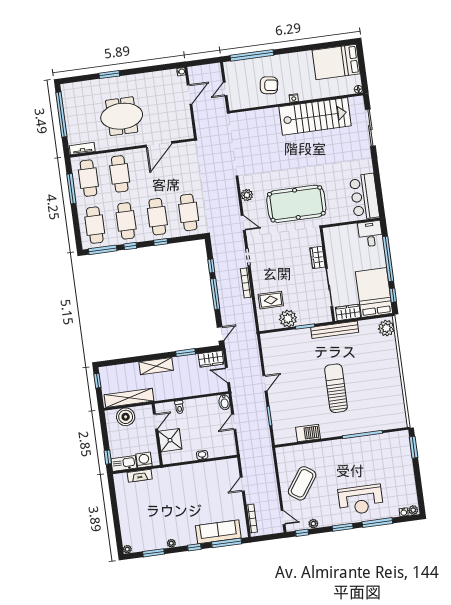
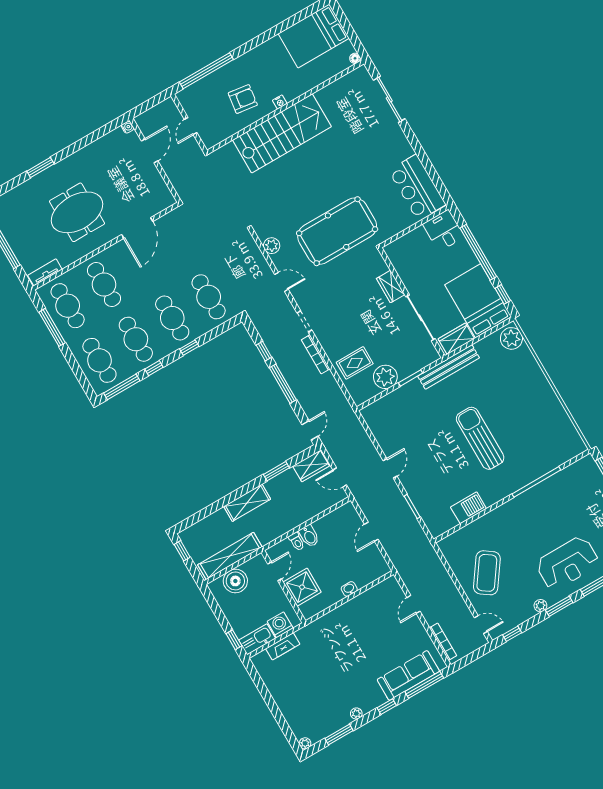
stairs: (315, 116) -> (282, 133), moved
bidet: (224, 402) -> (309, 536), moved
plant: (313, 524) -> (540, 606), moved

